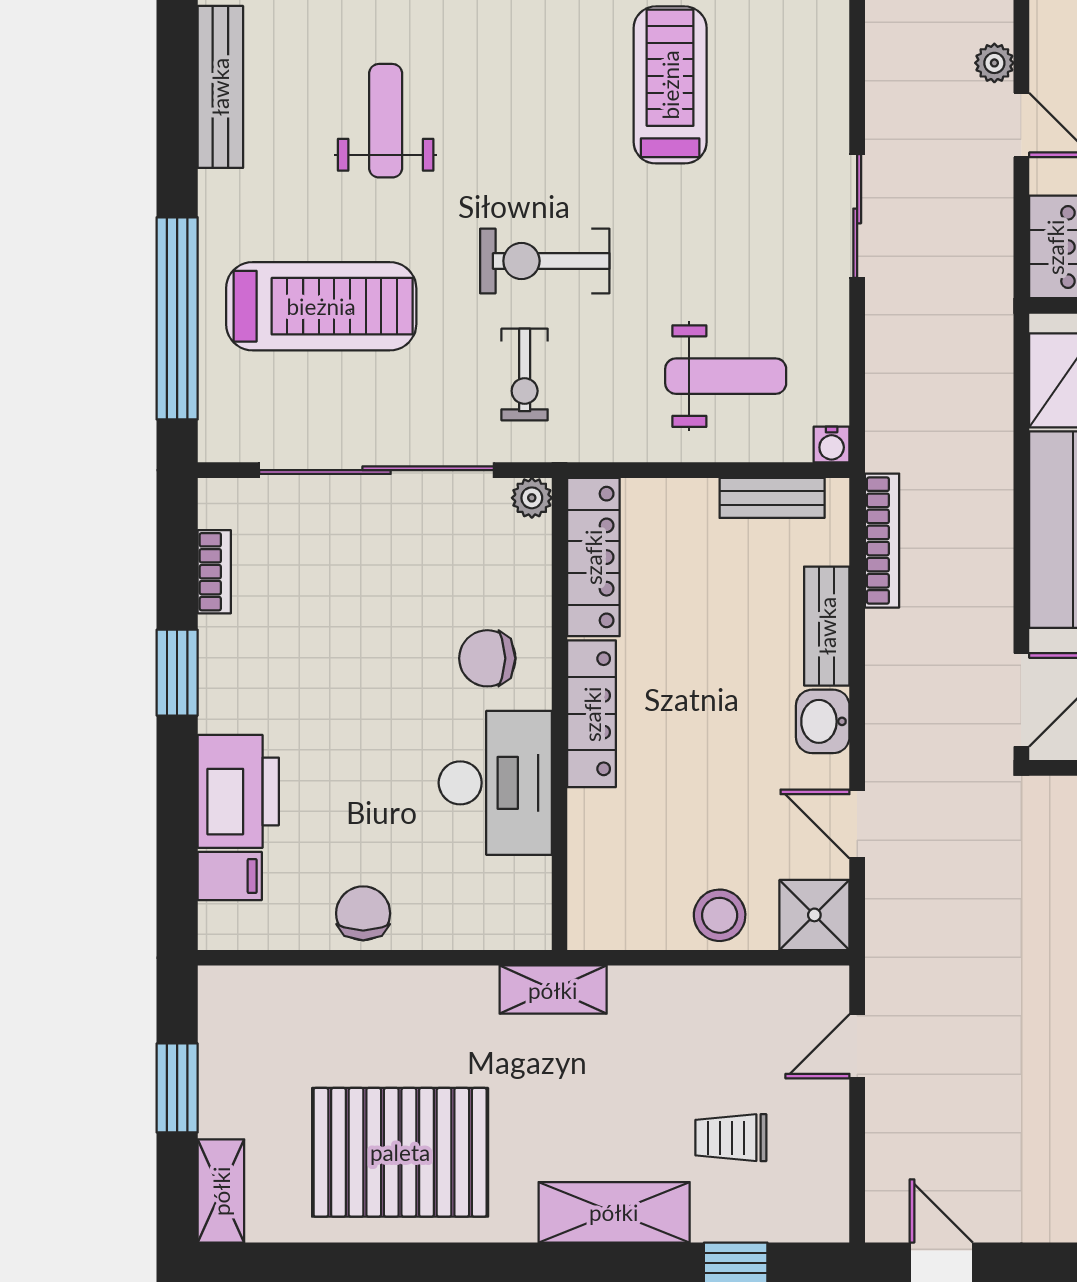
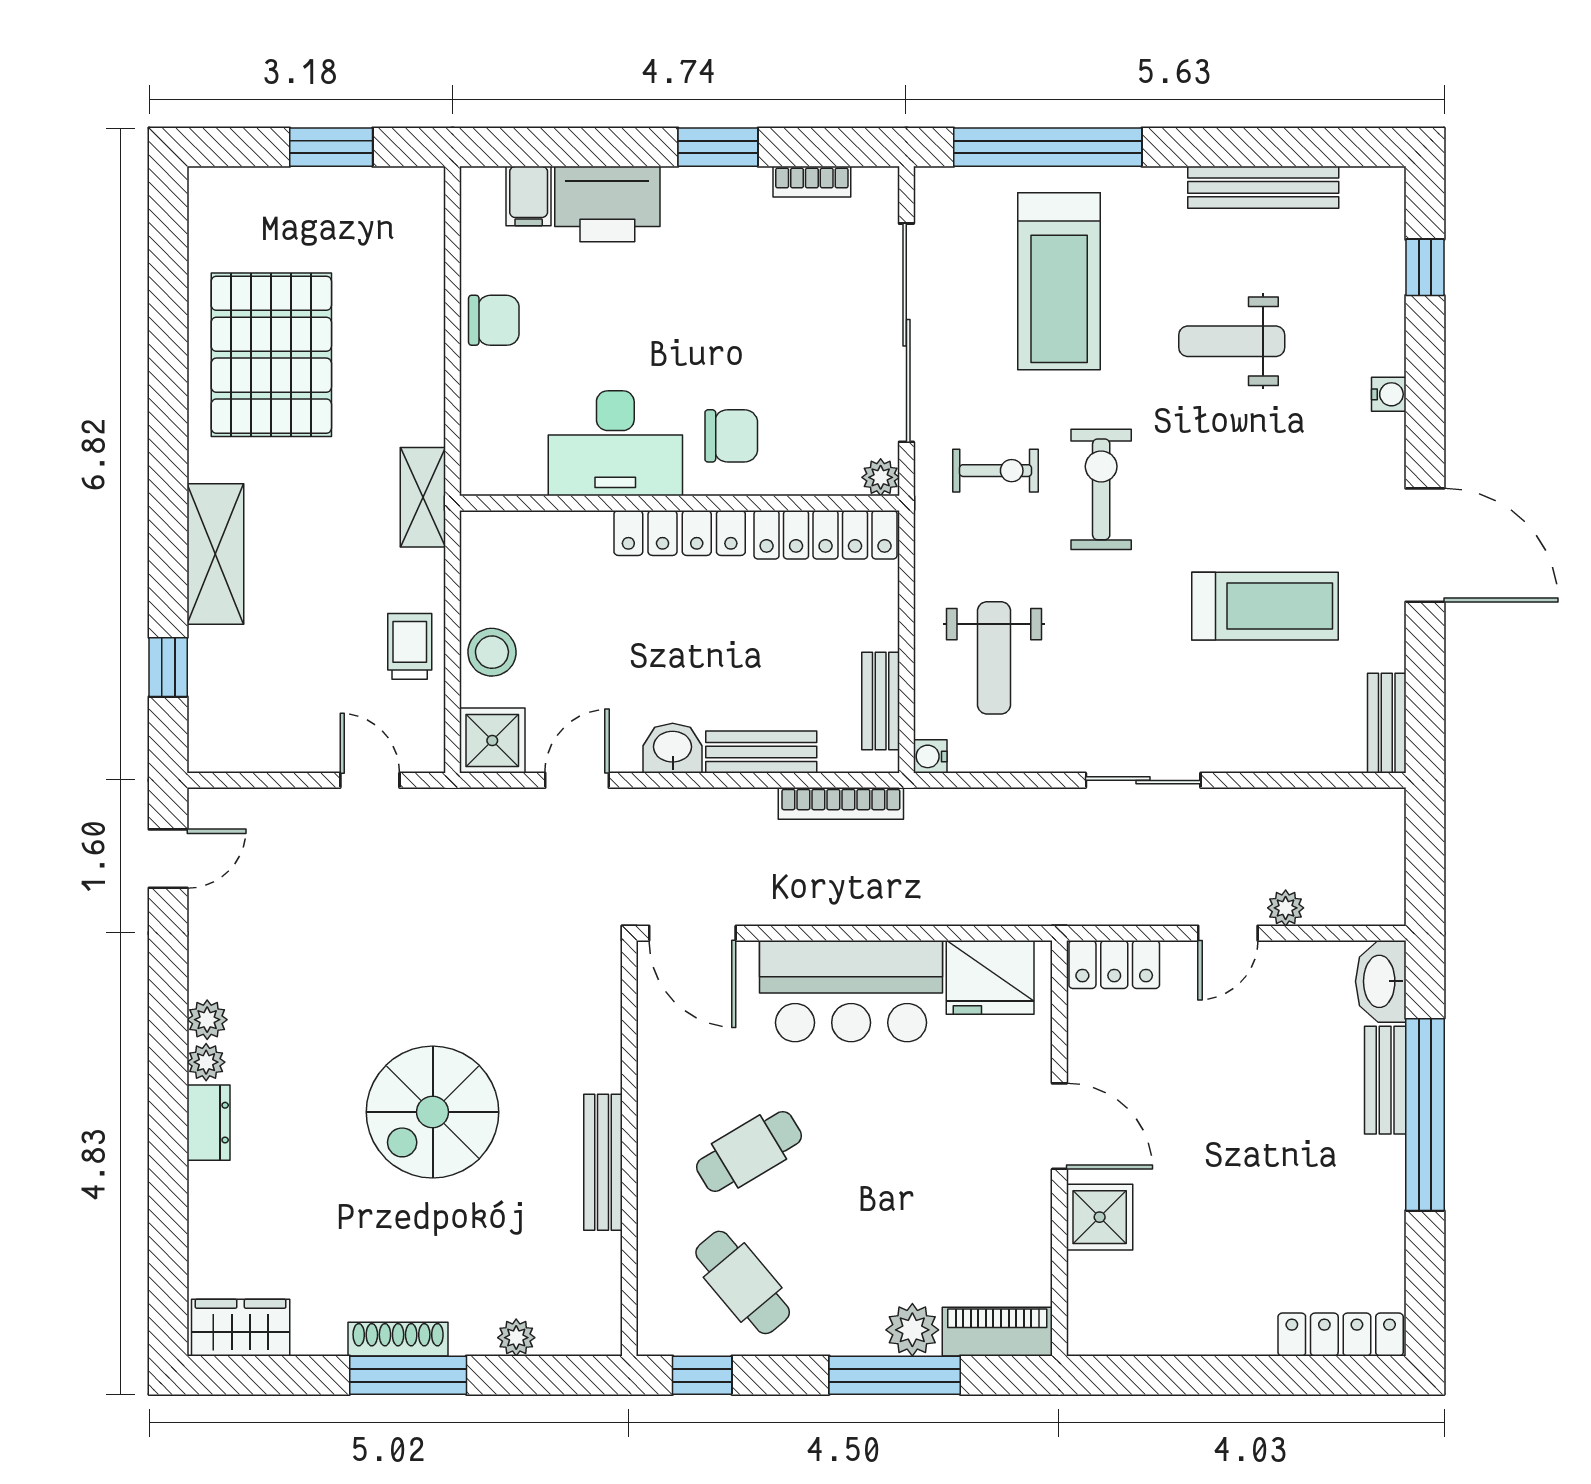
weight bench: (386, 121) -> (1232, 341), turned 180
exercise bike: (525, 374) -> (995, 471), turned 180
chair: (487, 658) -> (731, 436), turned 90
trolley: (731, 1138) -> (410, 646), moved
shelving: (221, 1191) -> (235, 188), removed

